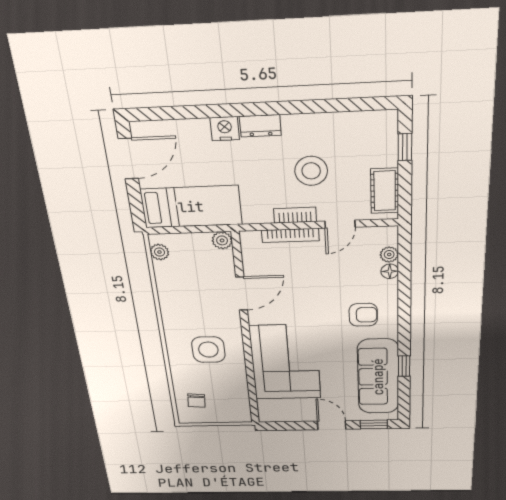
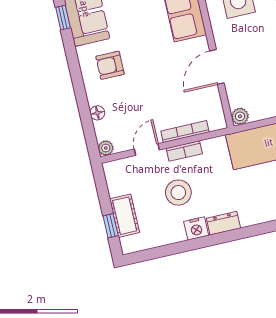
nightstand: (225, 129) -> (196, 228), moved
cot: (385, 191) -> (125, 216), moved
plant: (389, 255) -> (106, 148), moved

